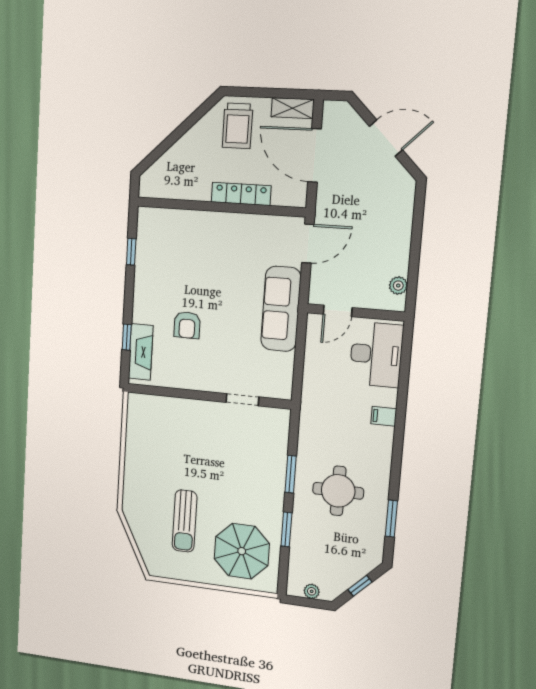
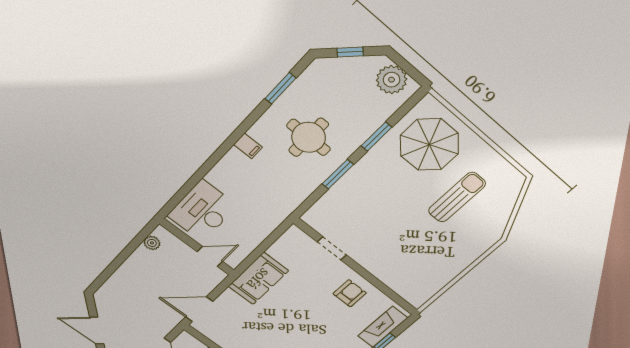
sofa: (281, 309) -> (258, 279), width x0.73
armchair: (187, 325) -> (350, 293), moved
filing cabinet: (384, 416) -> (248, 146), moved
plant: (312, 591) -> (392, 80), width x1.87, depth x1.87

